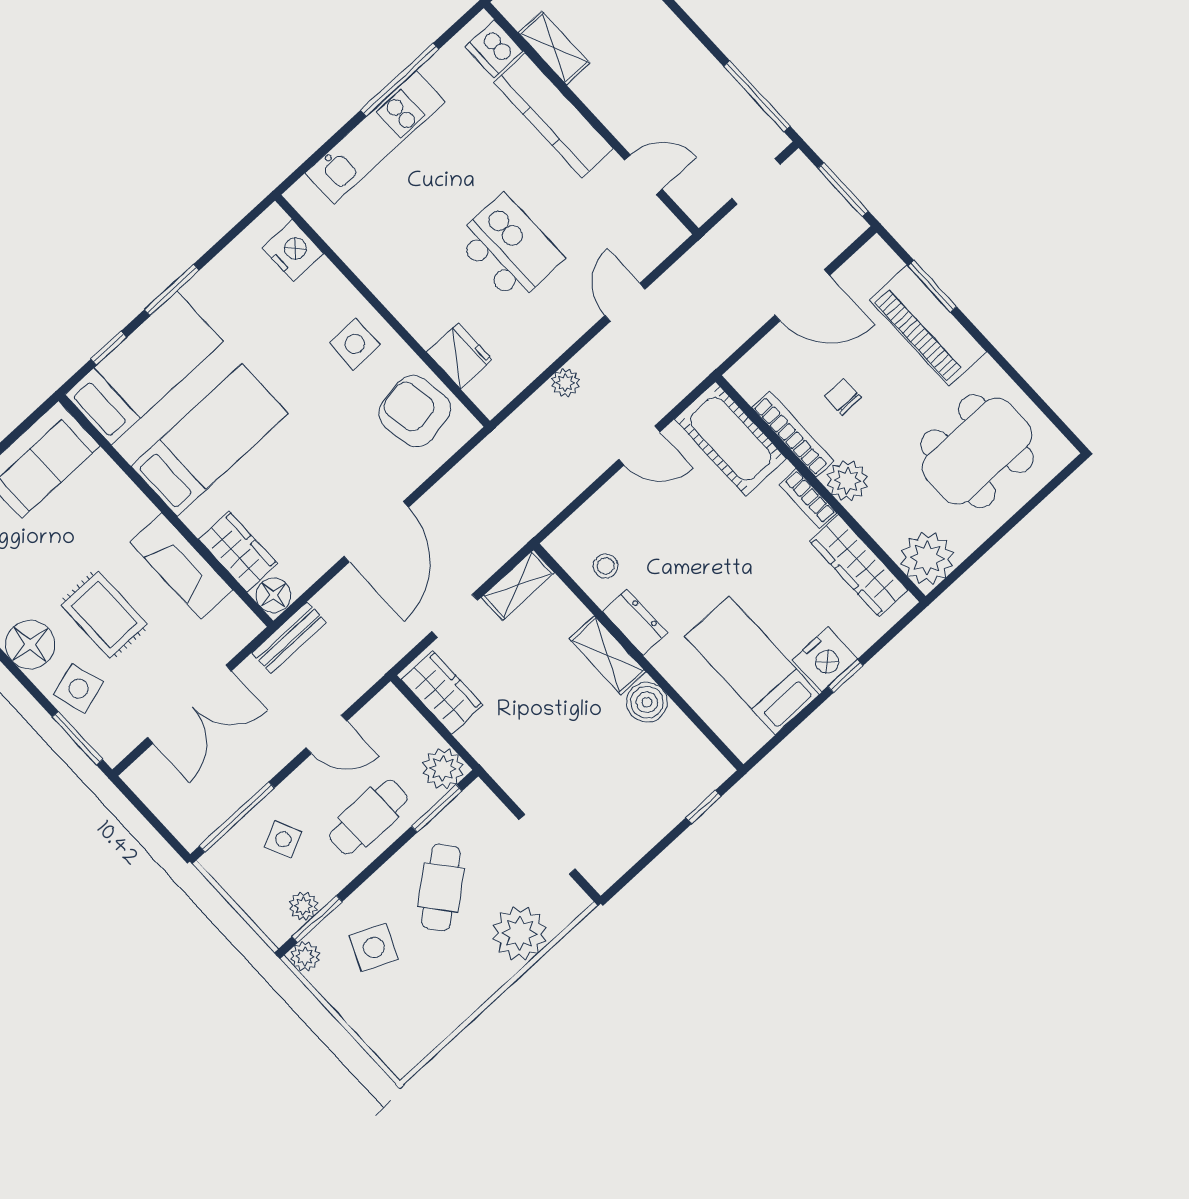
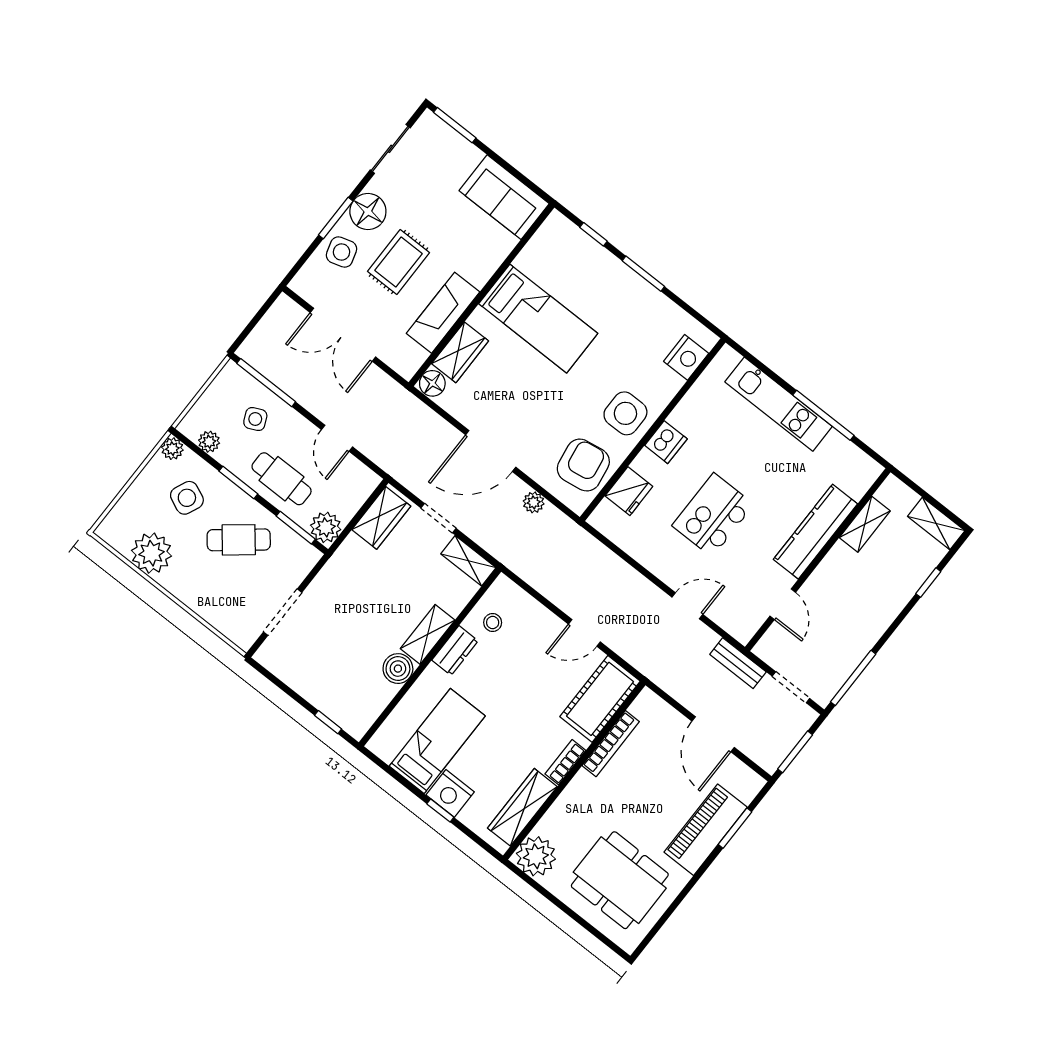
dishwasher: (494, 49) -> (666, 442), moved, turned 180
kitchen island: (509, 249) -> (713, 515), turned 180
side table: (355, 344) -> (625, 413), width x1.37, depth x1.37
bed: (144, 368) -> (583, 262), removed
plant: (565, 383) -> (534, 502), moved
chair: (843, 397) -> (644, 776), removed
door: (639, 446) -> (584, 633), hinge flipped
plant: (847, 481) -> (583, 789), removed
bench: (289, 638) -> (738, 663), moved
window: (77, 738) -> (336, 218), moved
window: (317, 919) -> (238, 482), moved
plant: (520, 933) -> (151, 553), moved

